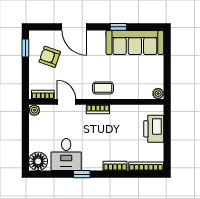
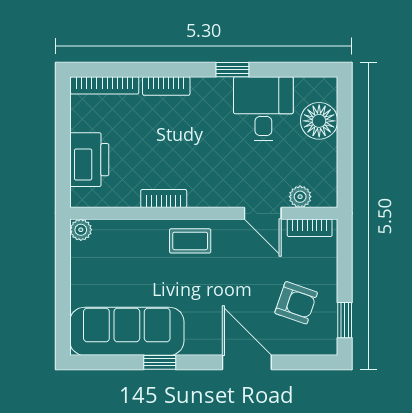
bookcase: (98, 109) -> (164, 199), moved
plant: (34, 110) -> (300, 197), moved
floor lamp: (38, 161) -> (319, 121), moved

